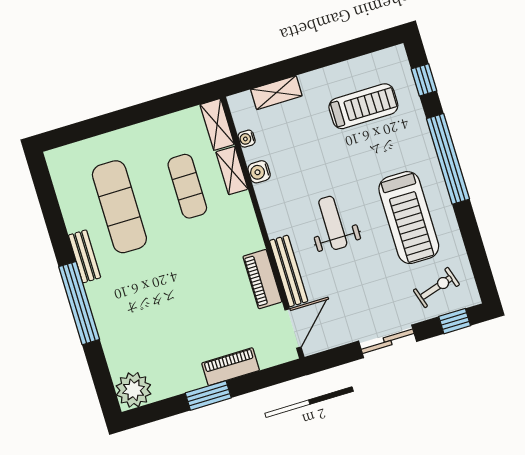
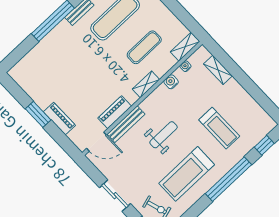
treadmill: (363, 106) -> (219, 128), moved
shelving: (232, 171) -> (146, 84), moved
plant: (134, 390) -> (21, 73), removed

